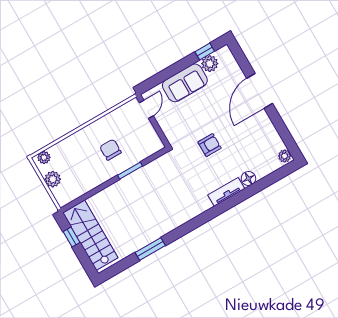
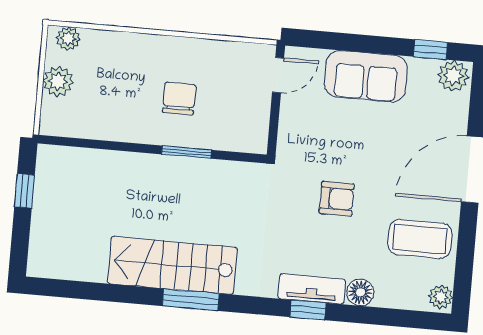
plant: (210, 64) -> (453, 76), moved
coffee table: (258, 137) -> (420, 239), added
window: (231, 202) -> (308, 310), added
stairs: (90, 235) -> (172, 265), moved, turned -90
window: (150, 249) -> (191, 300), moved

